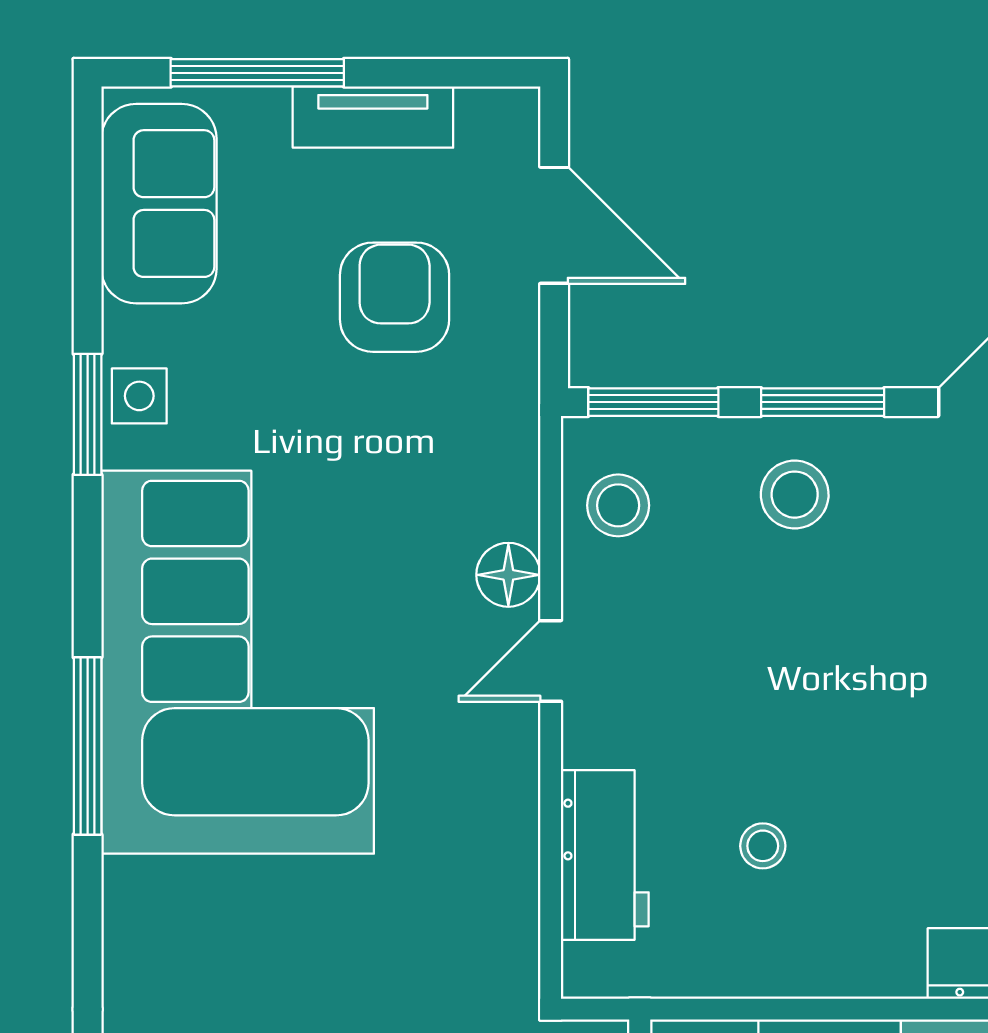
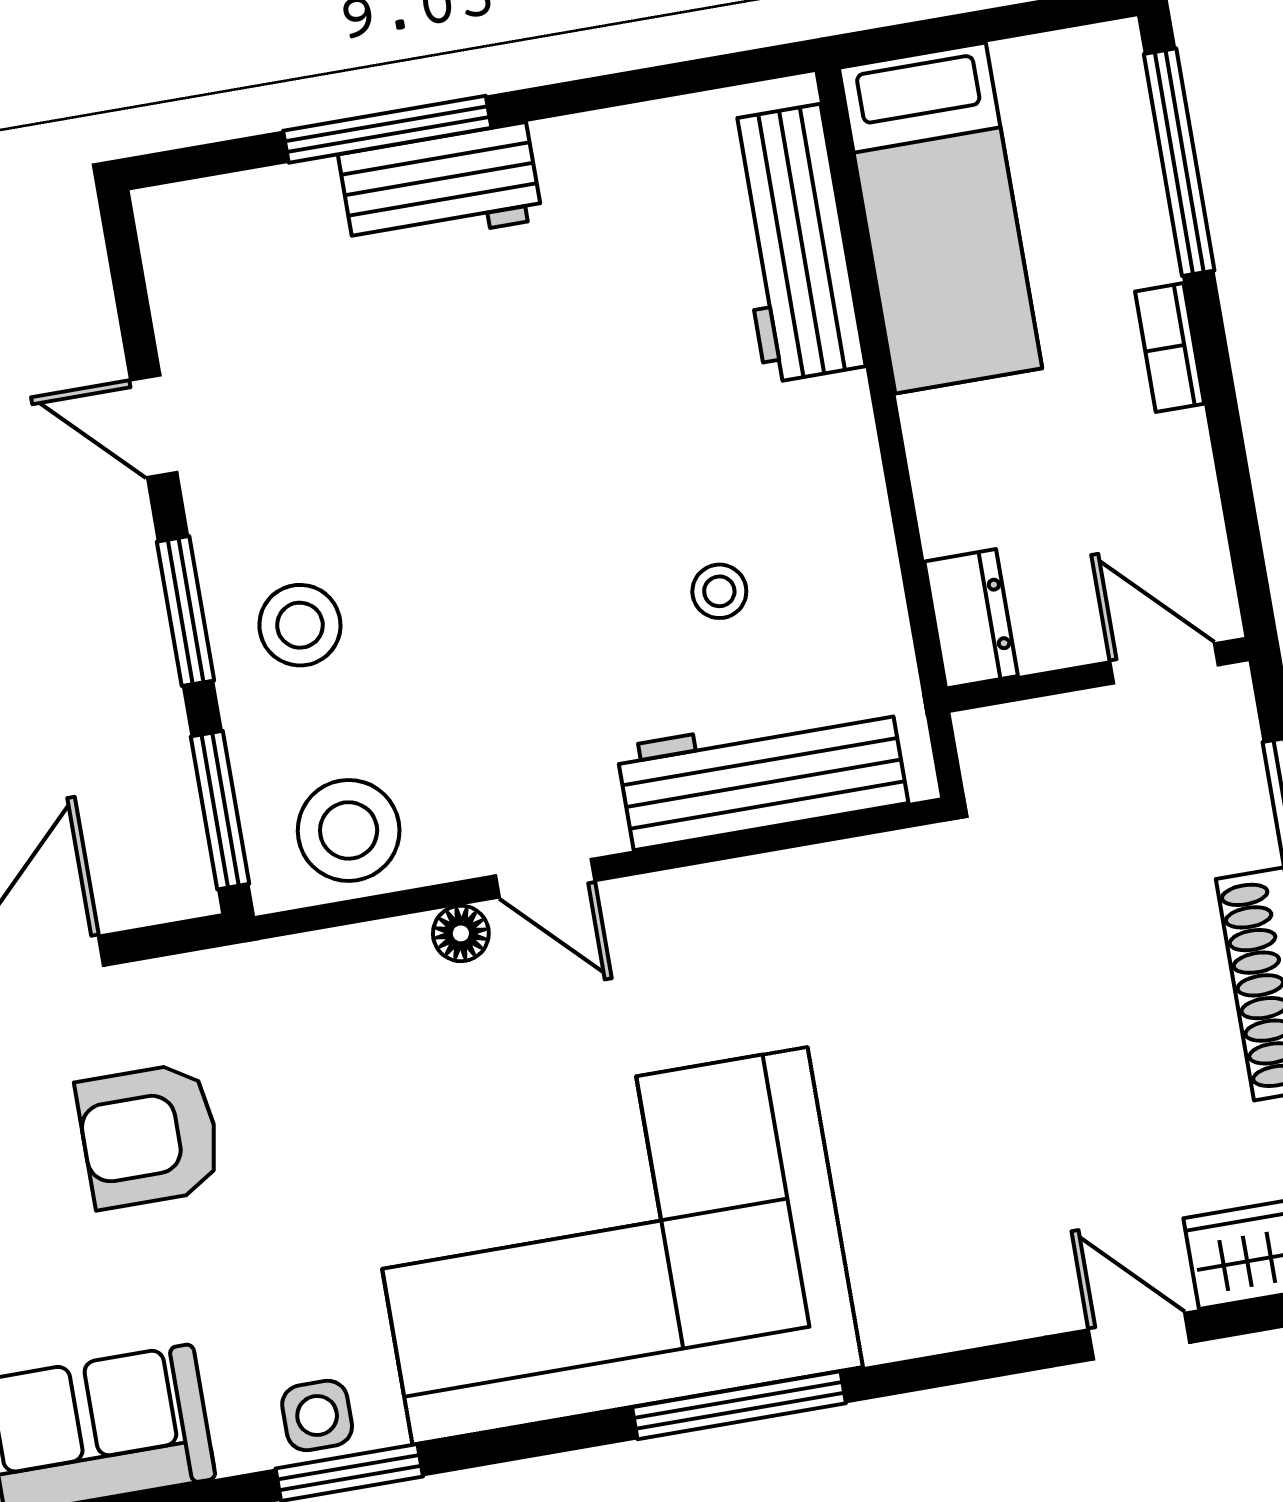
stool: (618, 505) -> (349, 830), width x1.38, depth x1.38
floor lamp: (508, 575) -> (461, 933), width x0.73, depth x0.73
workbench: (605, 855) -> (762, 775), width x1.38

